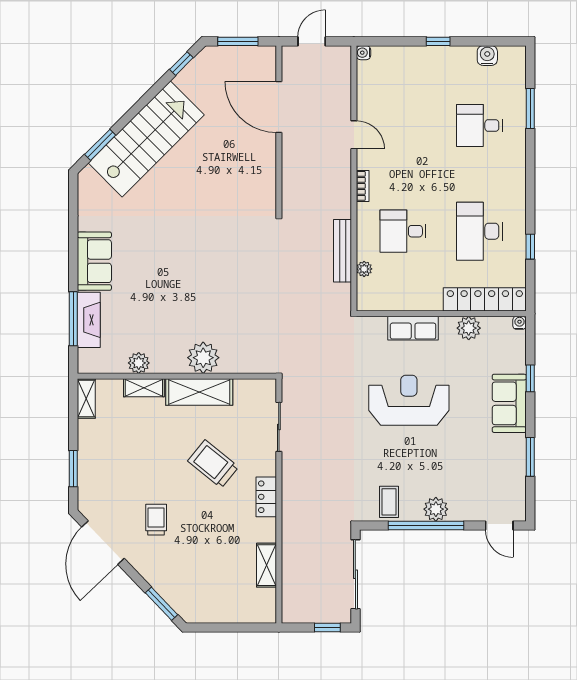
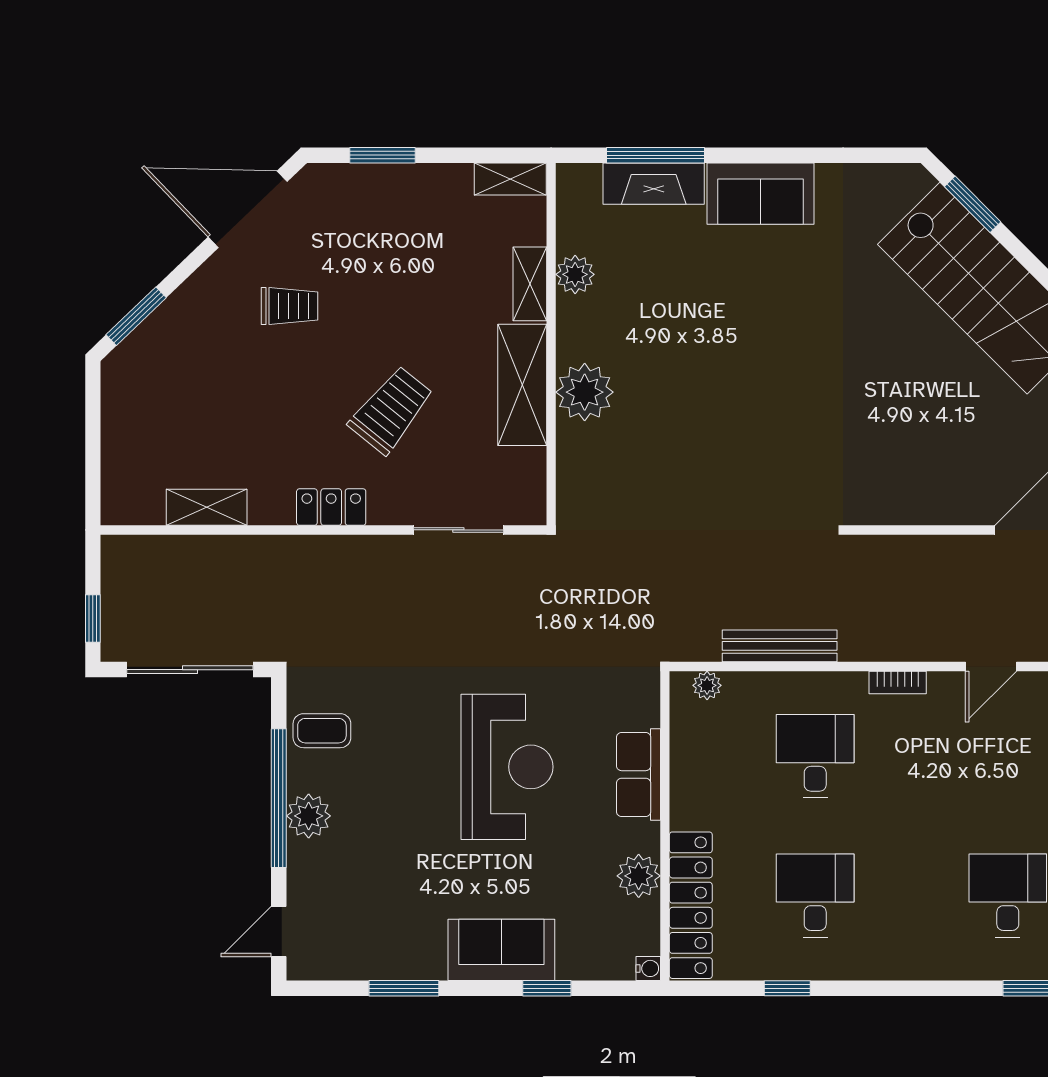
desk: (479, 231) -> (815, 896), width x0.73
plant: (364, 269) -> (707, 685), moved

